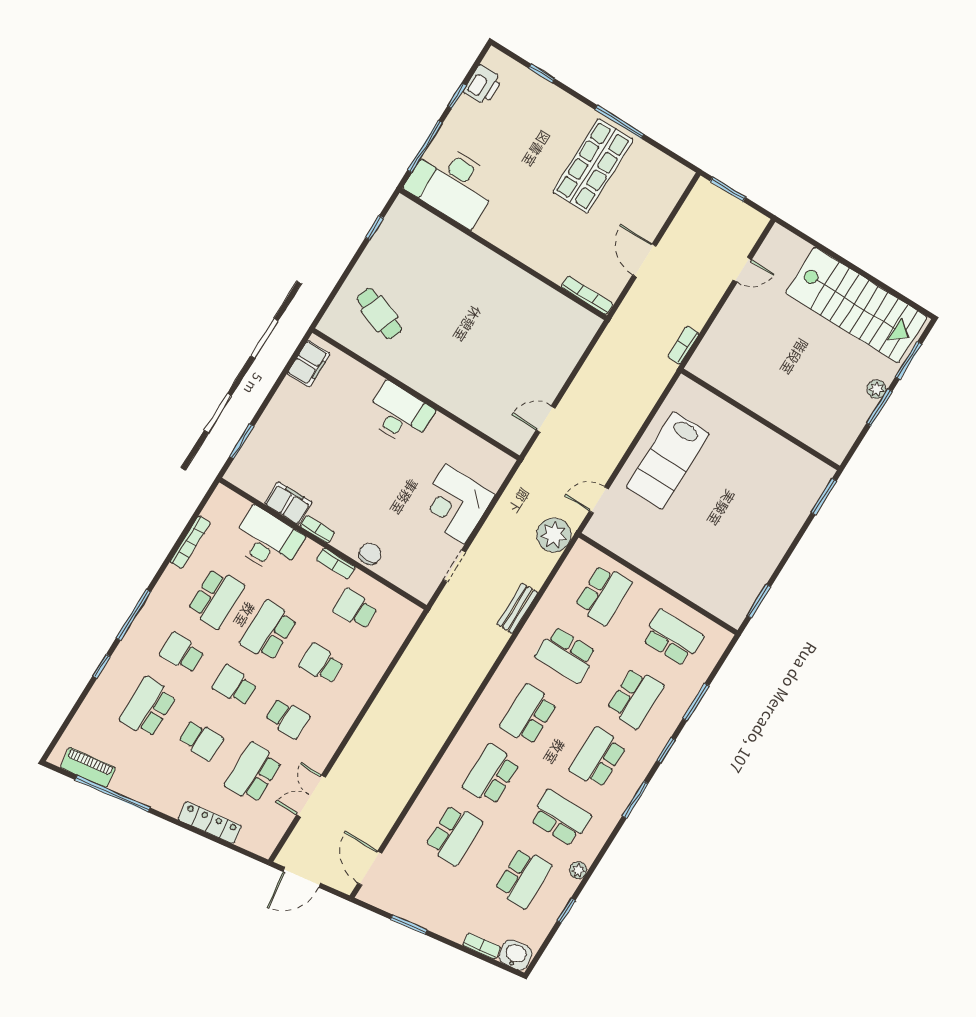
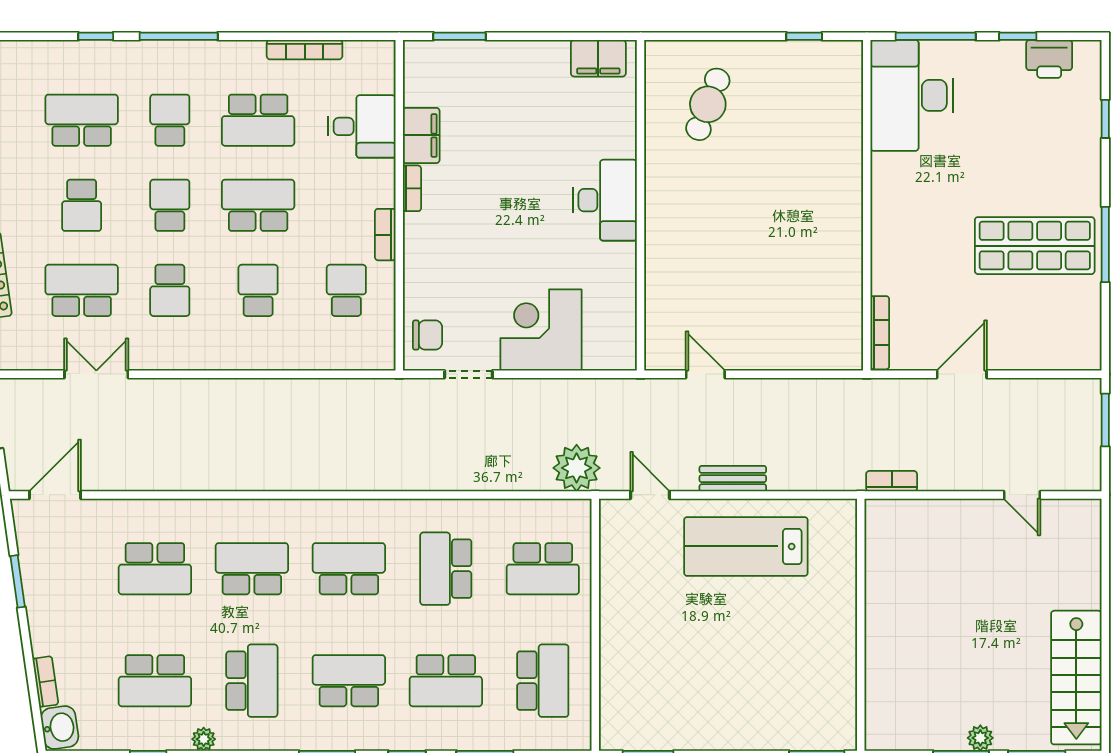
stairs: (856, 305) -> (1076, 678), width x0.73, depth x0.66
desk: (267, 541) -> (362, 126), width x0.73
chair: (370, 554) -> (428, 335), moved
bench: (517, 608) -> (733, 479), moved

